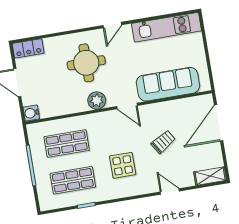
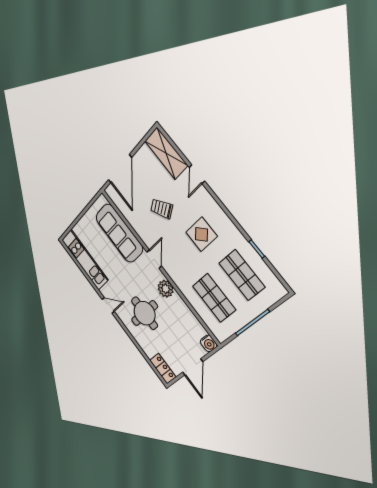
door: (219, 123) -> (120, 169), hinge flipped
shelving: (210, 176) -> (166, 153), width x1.50, depth x1.33

